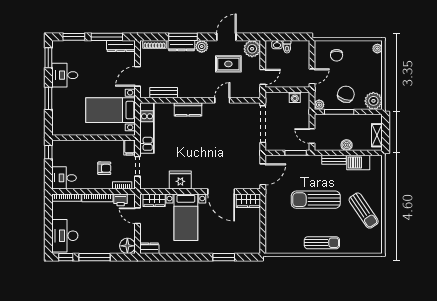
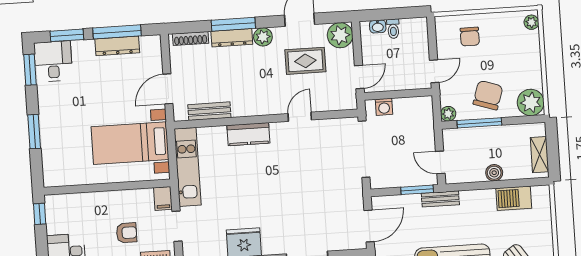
dresser: (121, 46) -> (117, 46), moved
desk: (65, 75) -> (53, 61), moved, turned 90
washing machine: (295, 97) -> (384, 107), moved
bench: (334, 160) -> (440, 199), moved

